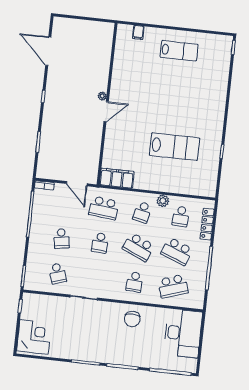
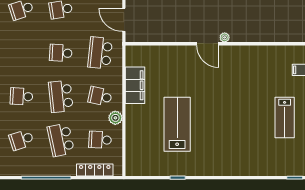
lab bench: (175, 147) -> (177, 124), turned 180
filing cabinet: (117, 178) -> (135, 85), moved
door: (77, 184) -> (124, 20), hinge flipped
school desk: (138, 247) -> (61, 96), turned -30
school desk: (177, 251) -> (61, 140), turned -33
school desk: (173, 286) -> (21, 140), width x0.54

